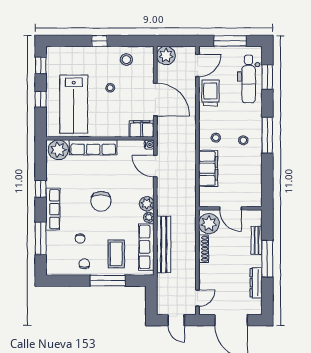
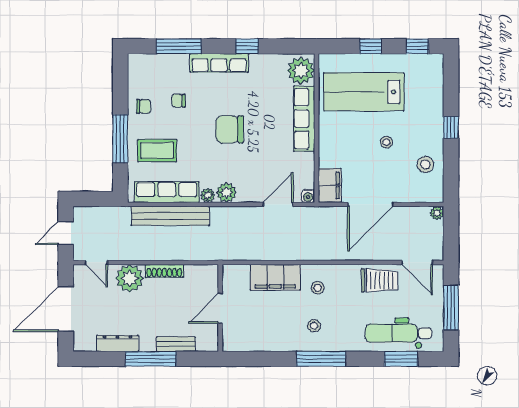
plant: (166, 56) -> (437, 213), width x0.53, depth x0.53
plant: (209, 224) -> (130, 278), moved

